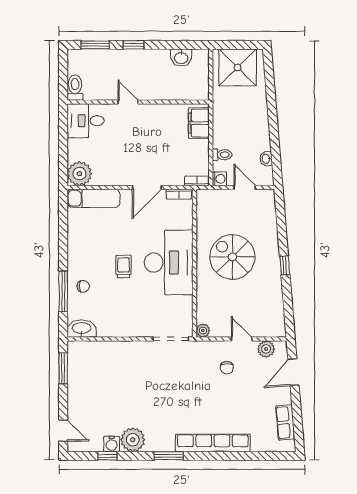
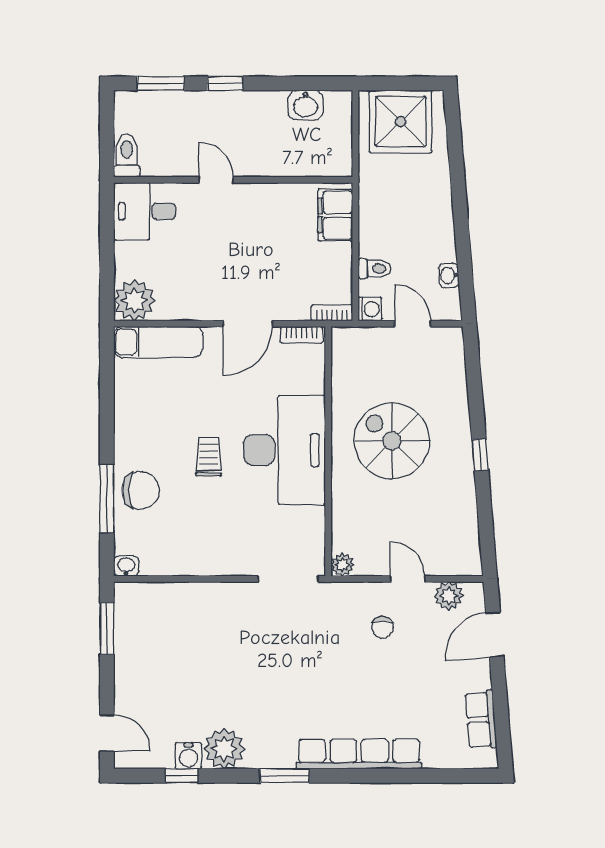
chair: (83, 286) -> (141, 490), width x1.87, depth x1.87
washbasin: (82, 329) -> (126, 566), width x0.52, depth x0.69

